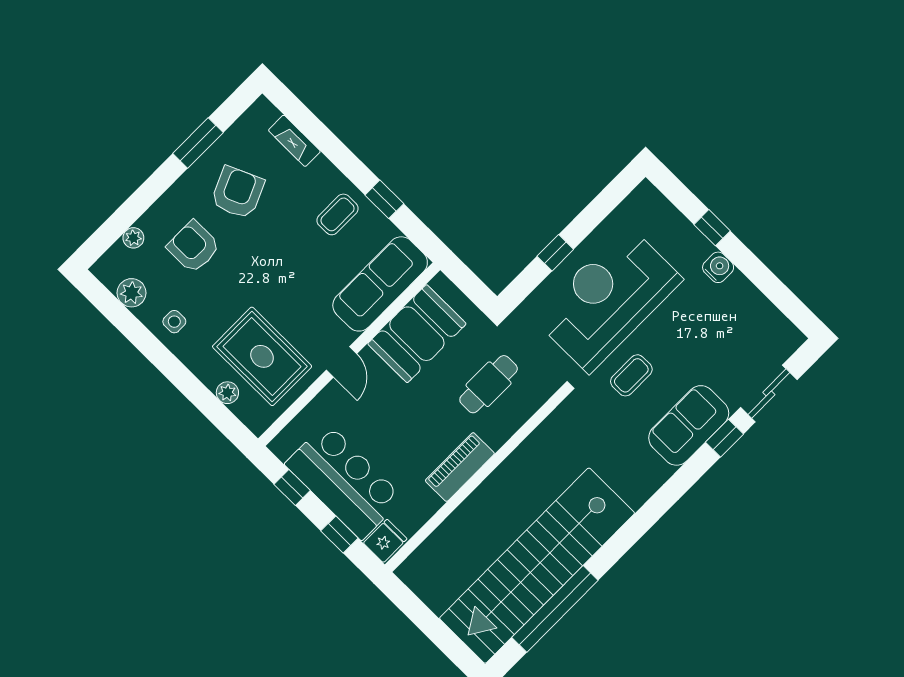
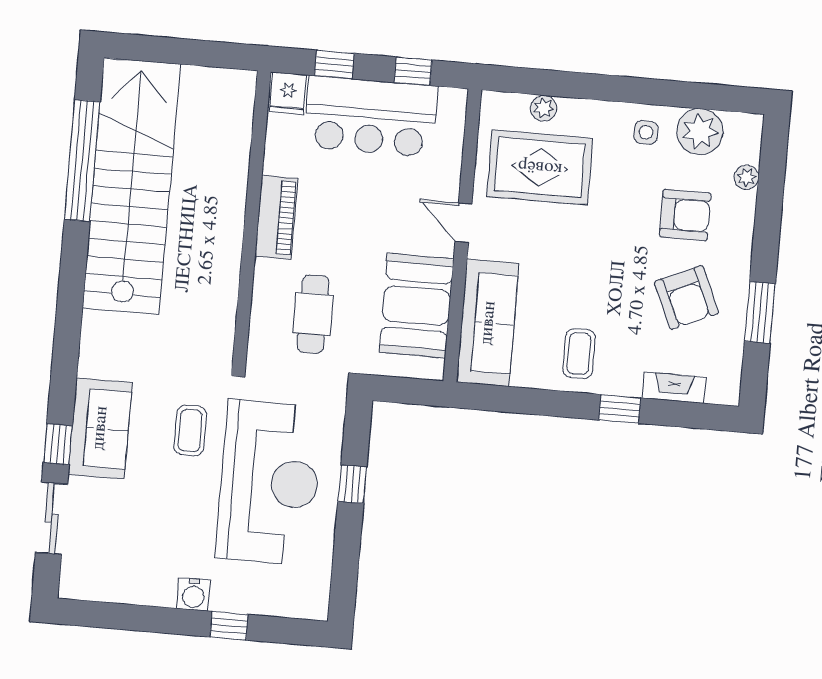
window: (384, 199) -> (620, 409), moved
plant: (132, 293) -> (700, 132), width x1.36, depth x1.36

